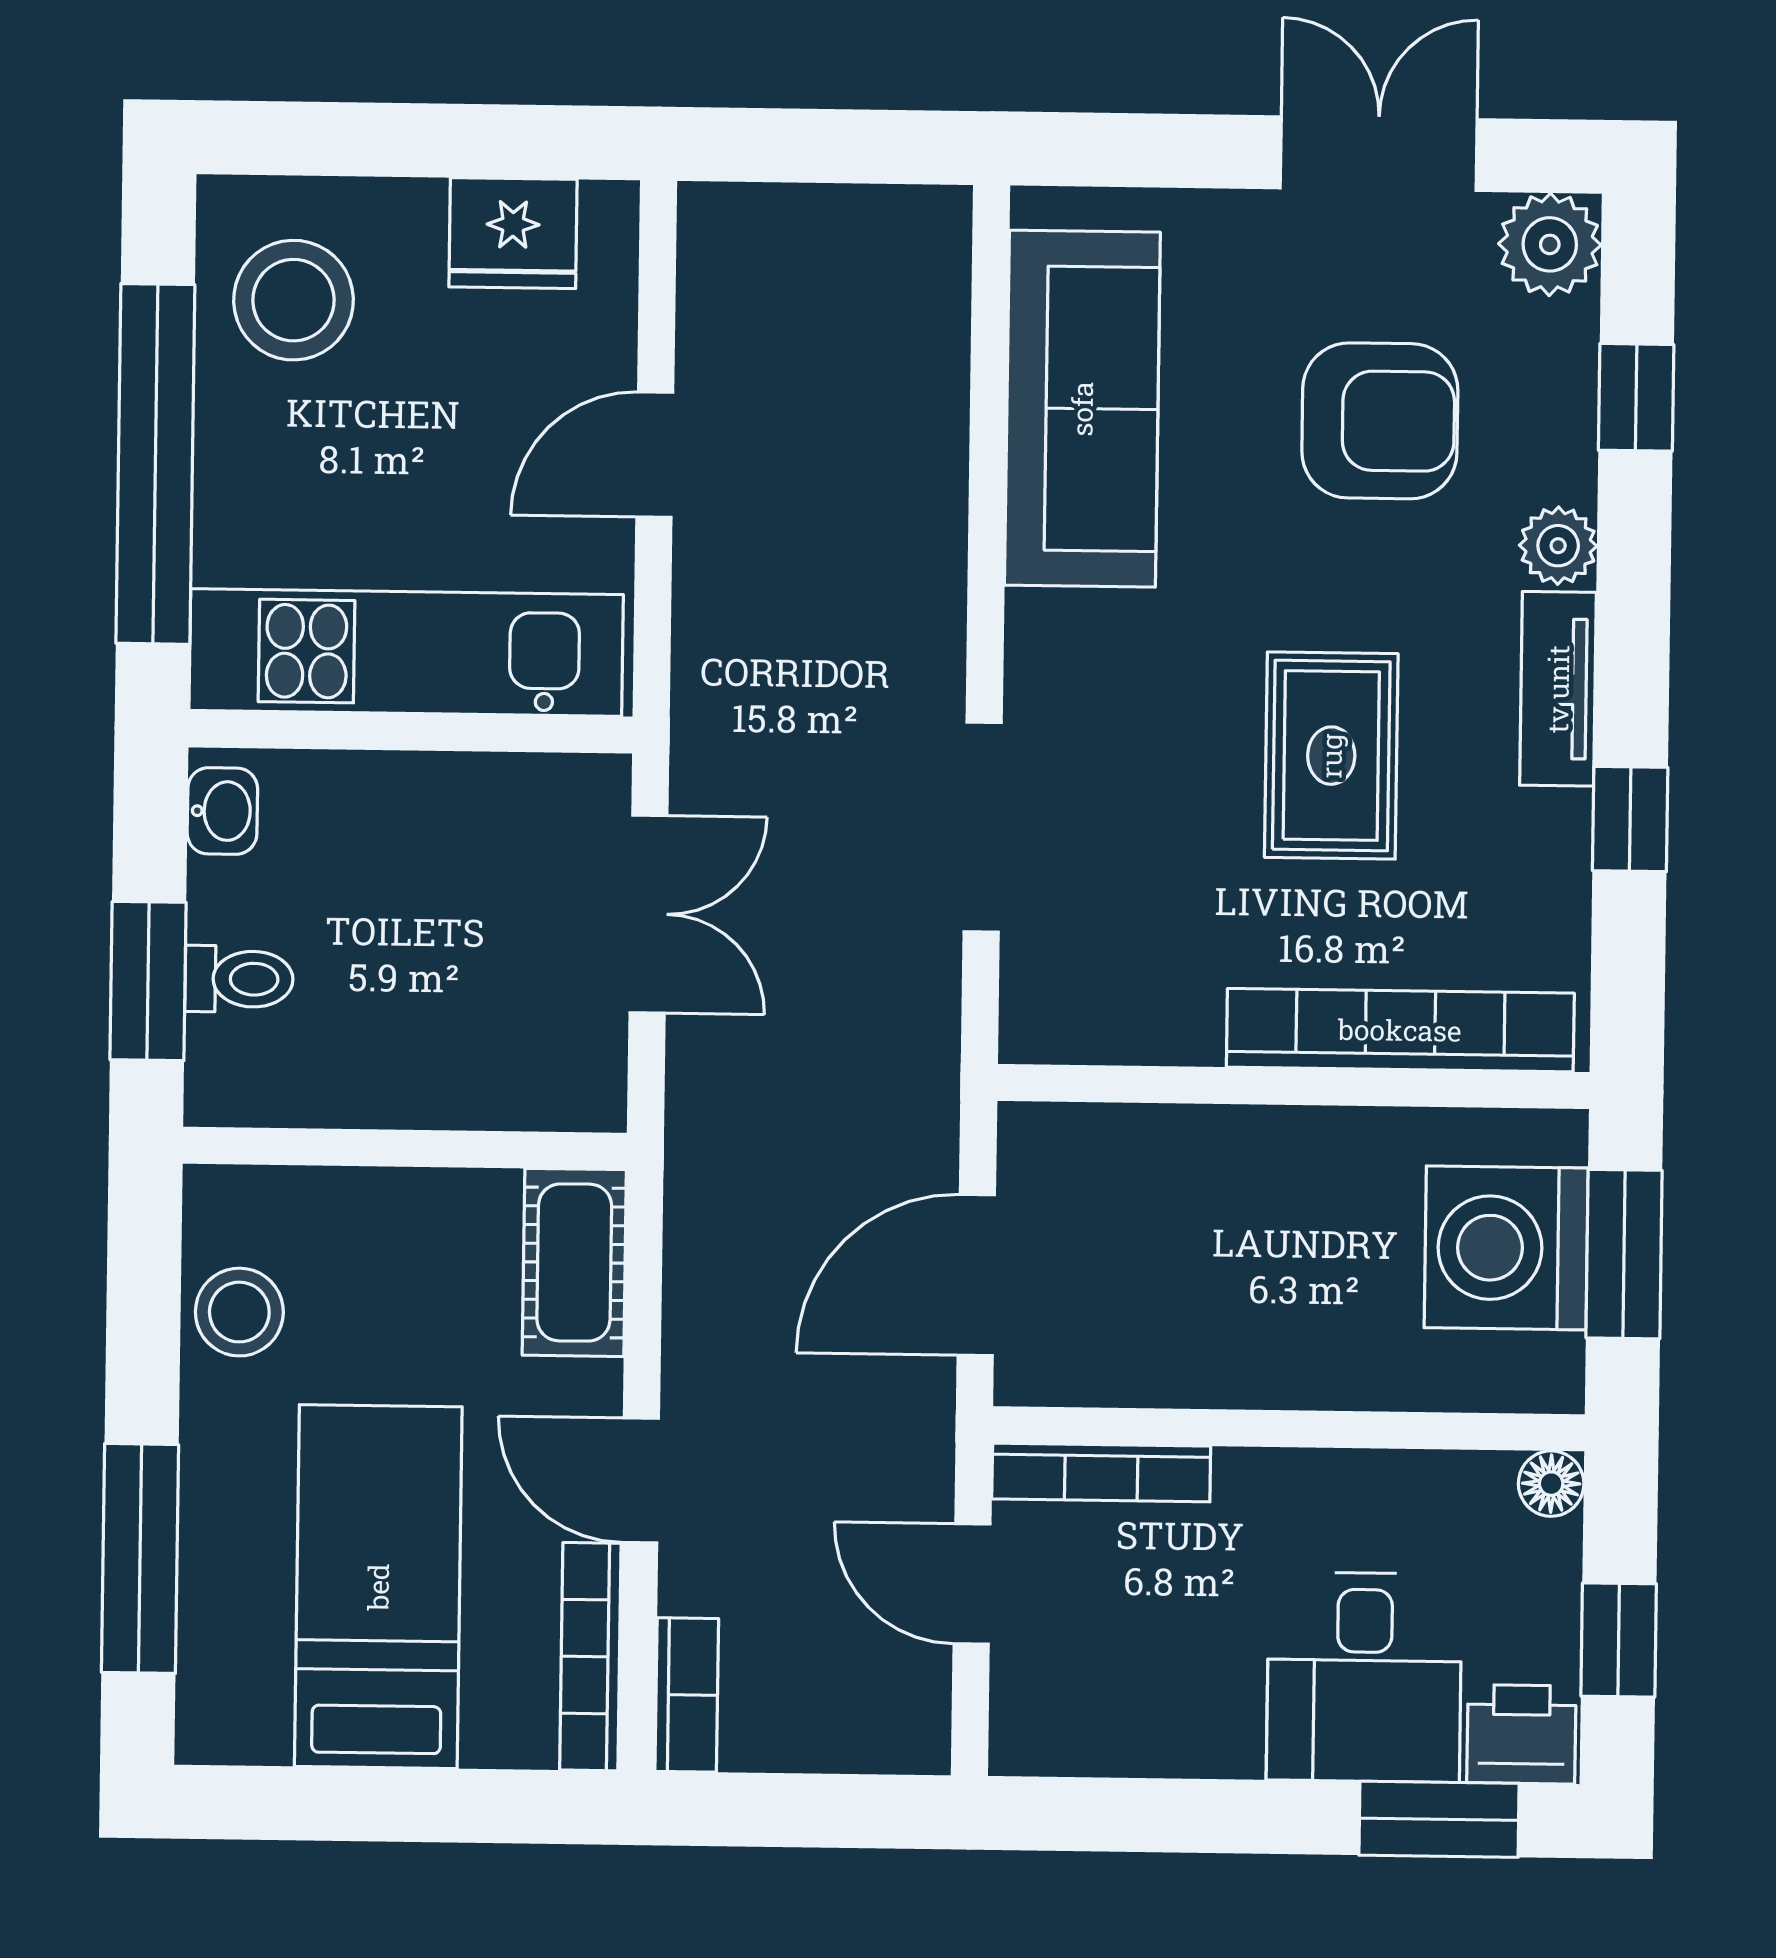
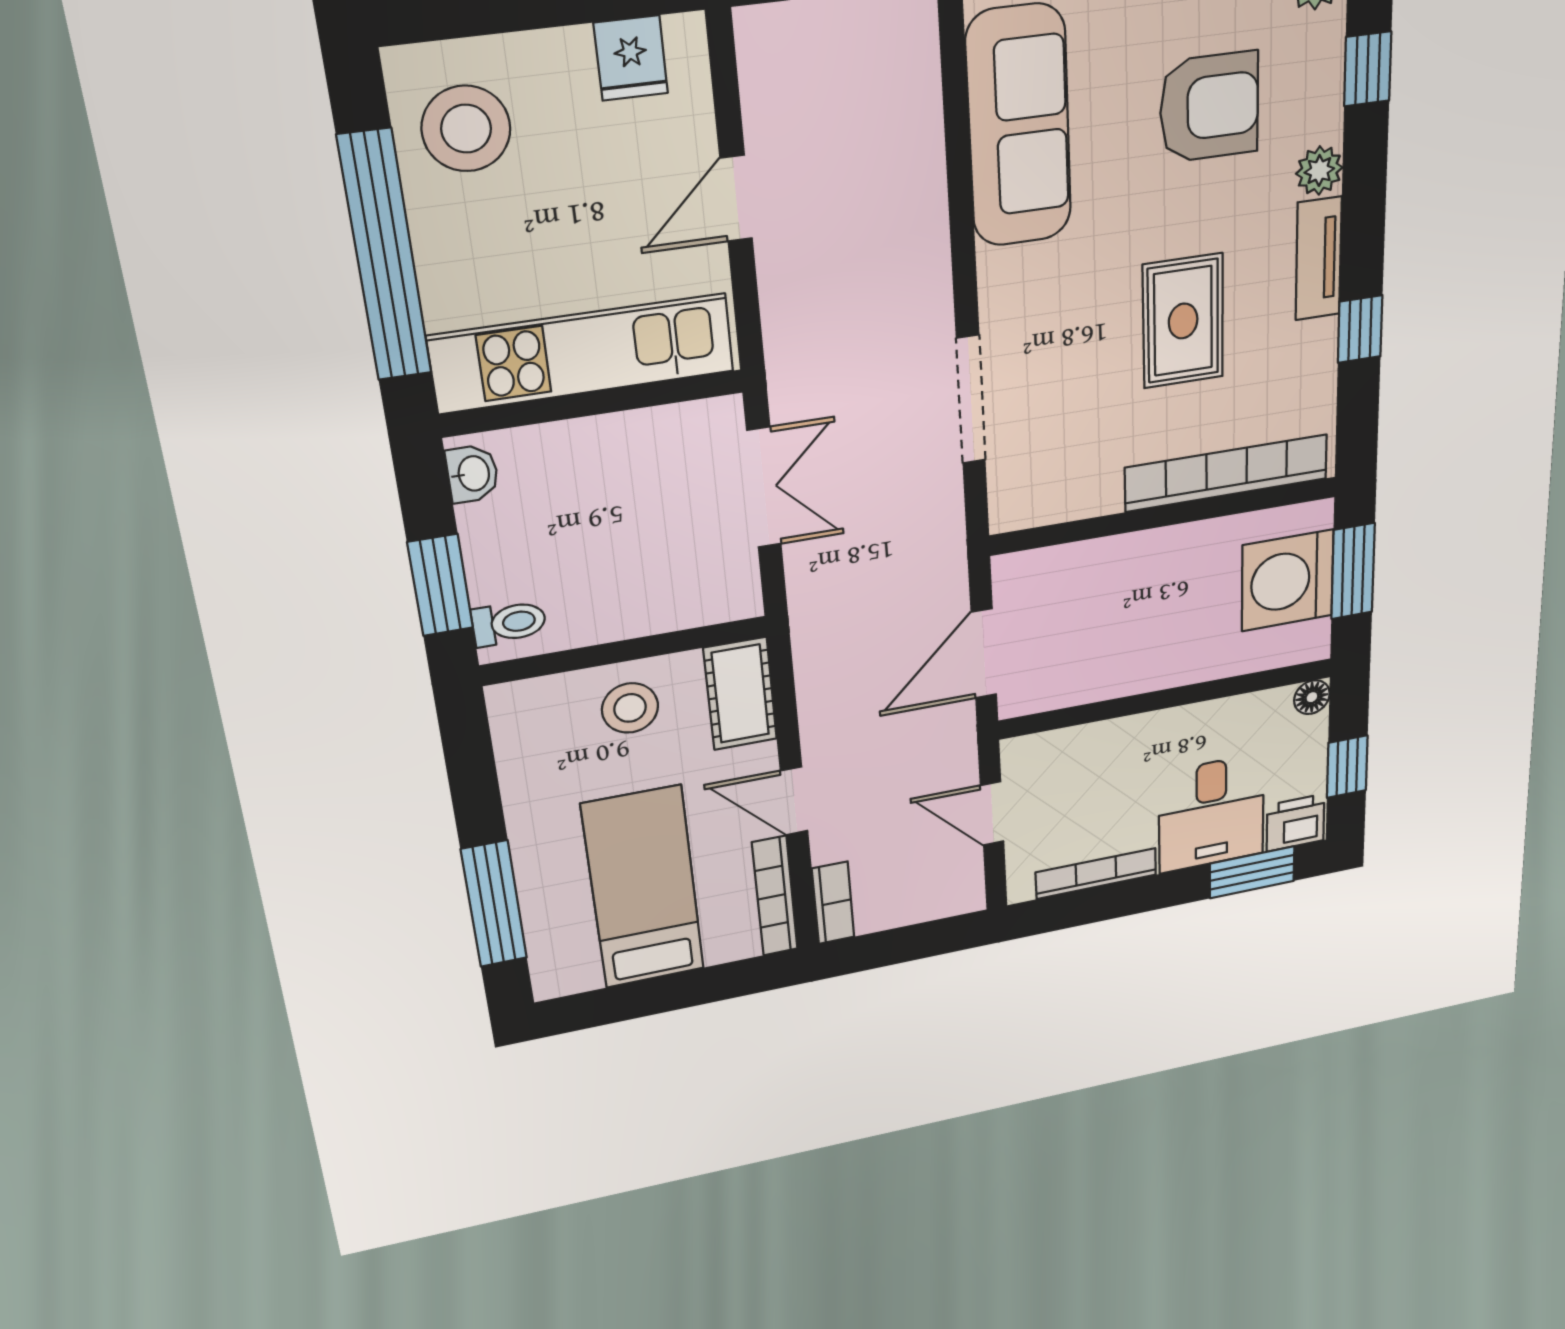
fridge: (513, 233) -> (631, 58), width x0.72
toilet: (239, 979) -> (509, 623), moved
stool: (239, 1312) -> (630, 708), moved
bookcase: (1101, 1473) -> (1096, 874), moved, turned 180

